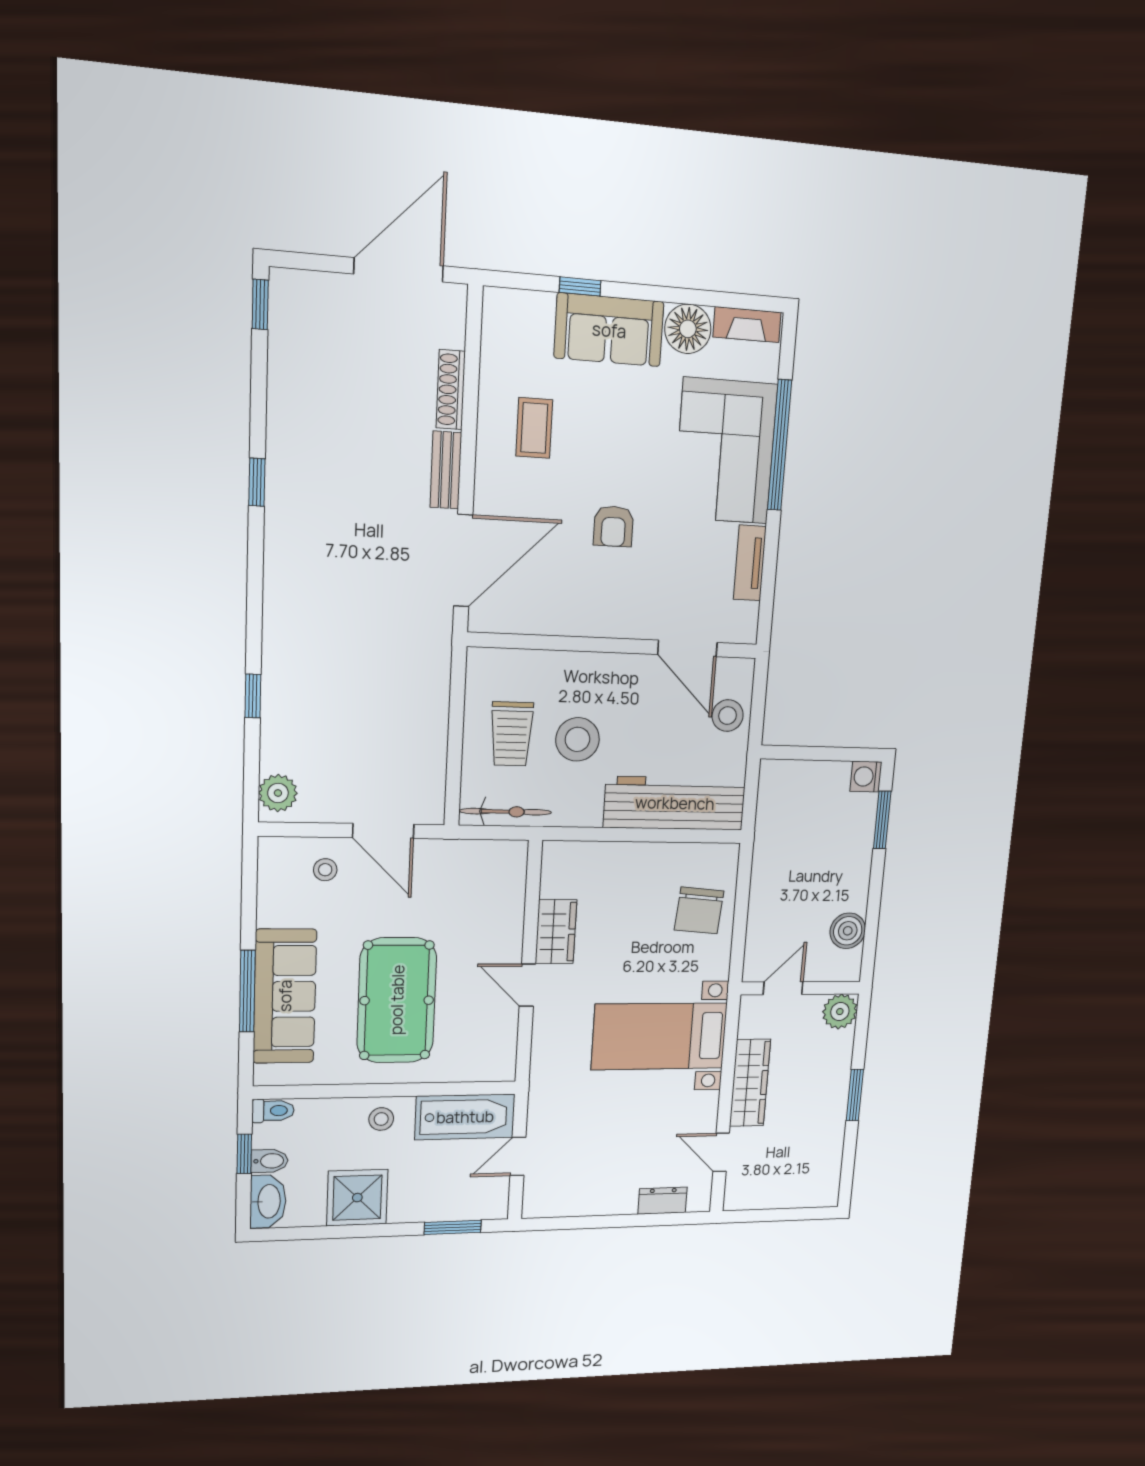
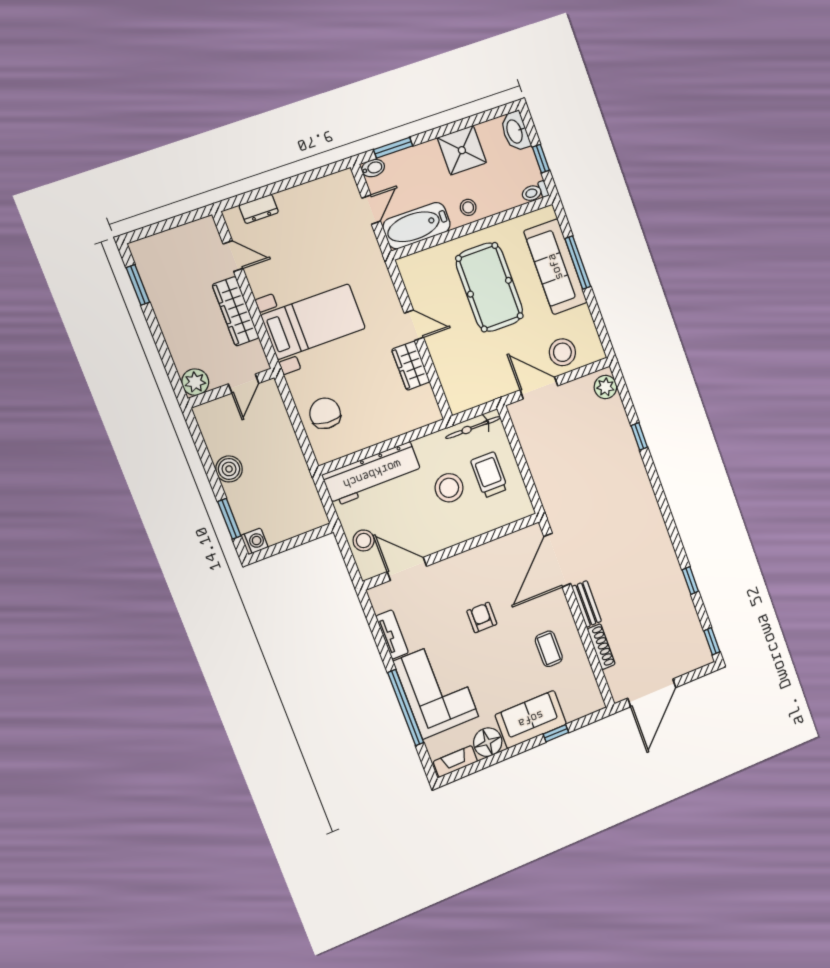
window: (257, 482) -> (690, 581), moved
stool: (325, 870) -> (562, 352), width x1.89, depth x1.89
boiler: (848, 931) -> (229, 469), moved
window: (855, 1095) -> (138, 285), moved
bidet: (269, 1161) -> (373, 168), moved, turned 180

